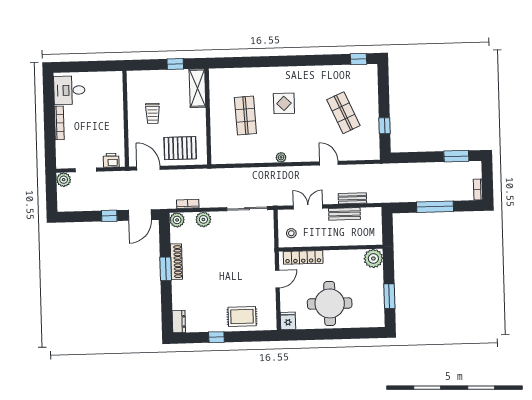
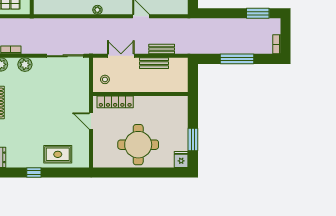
plant: (373, 258) -> (179, 105), removed
door: (277, 279) -> (91, 121), swing flipped
fridge: (288, 321) -> (181, 159), moved

